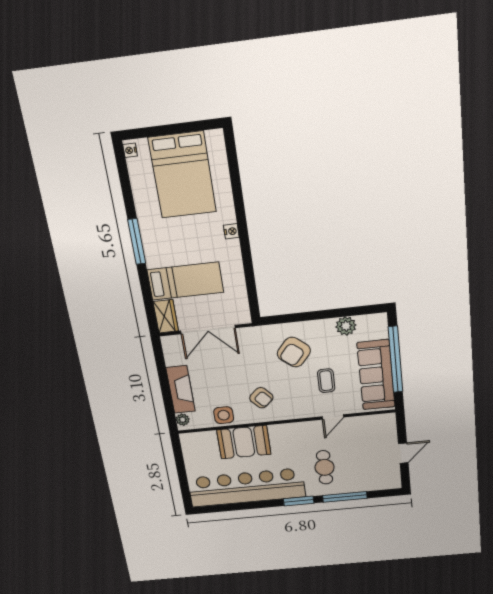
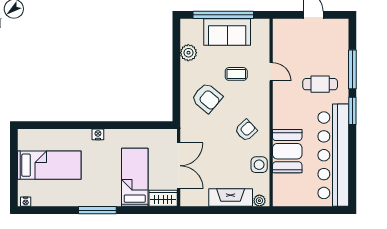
bed: (182, 175) -> (49, 165), width x0.67
sofa: (376, 375) -> (227, 32), width x0.73

